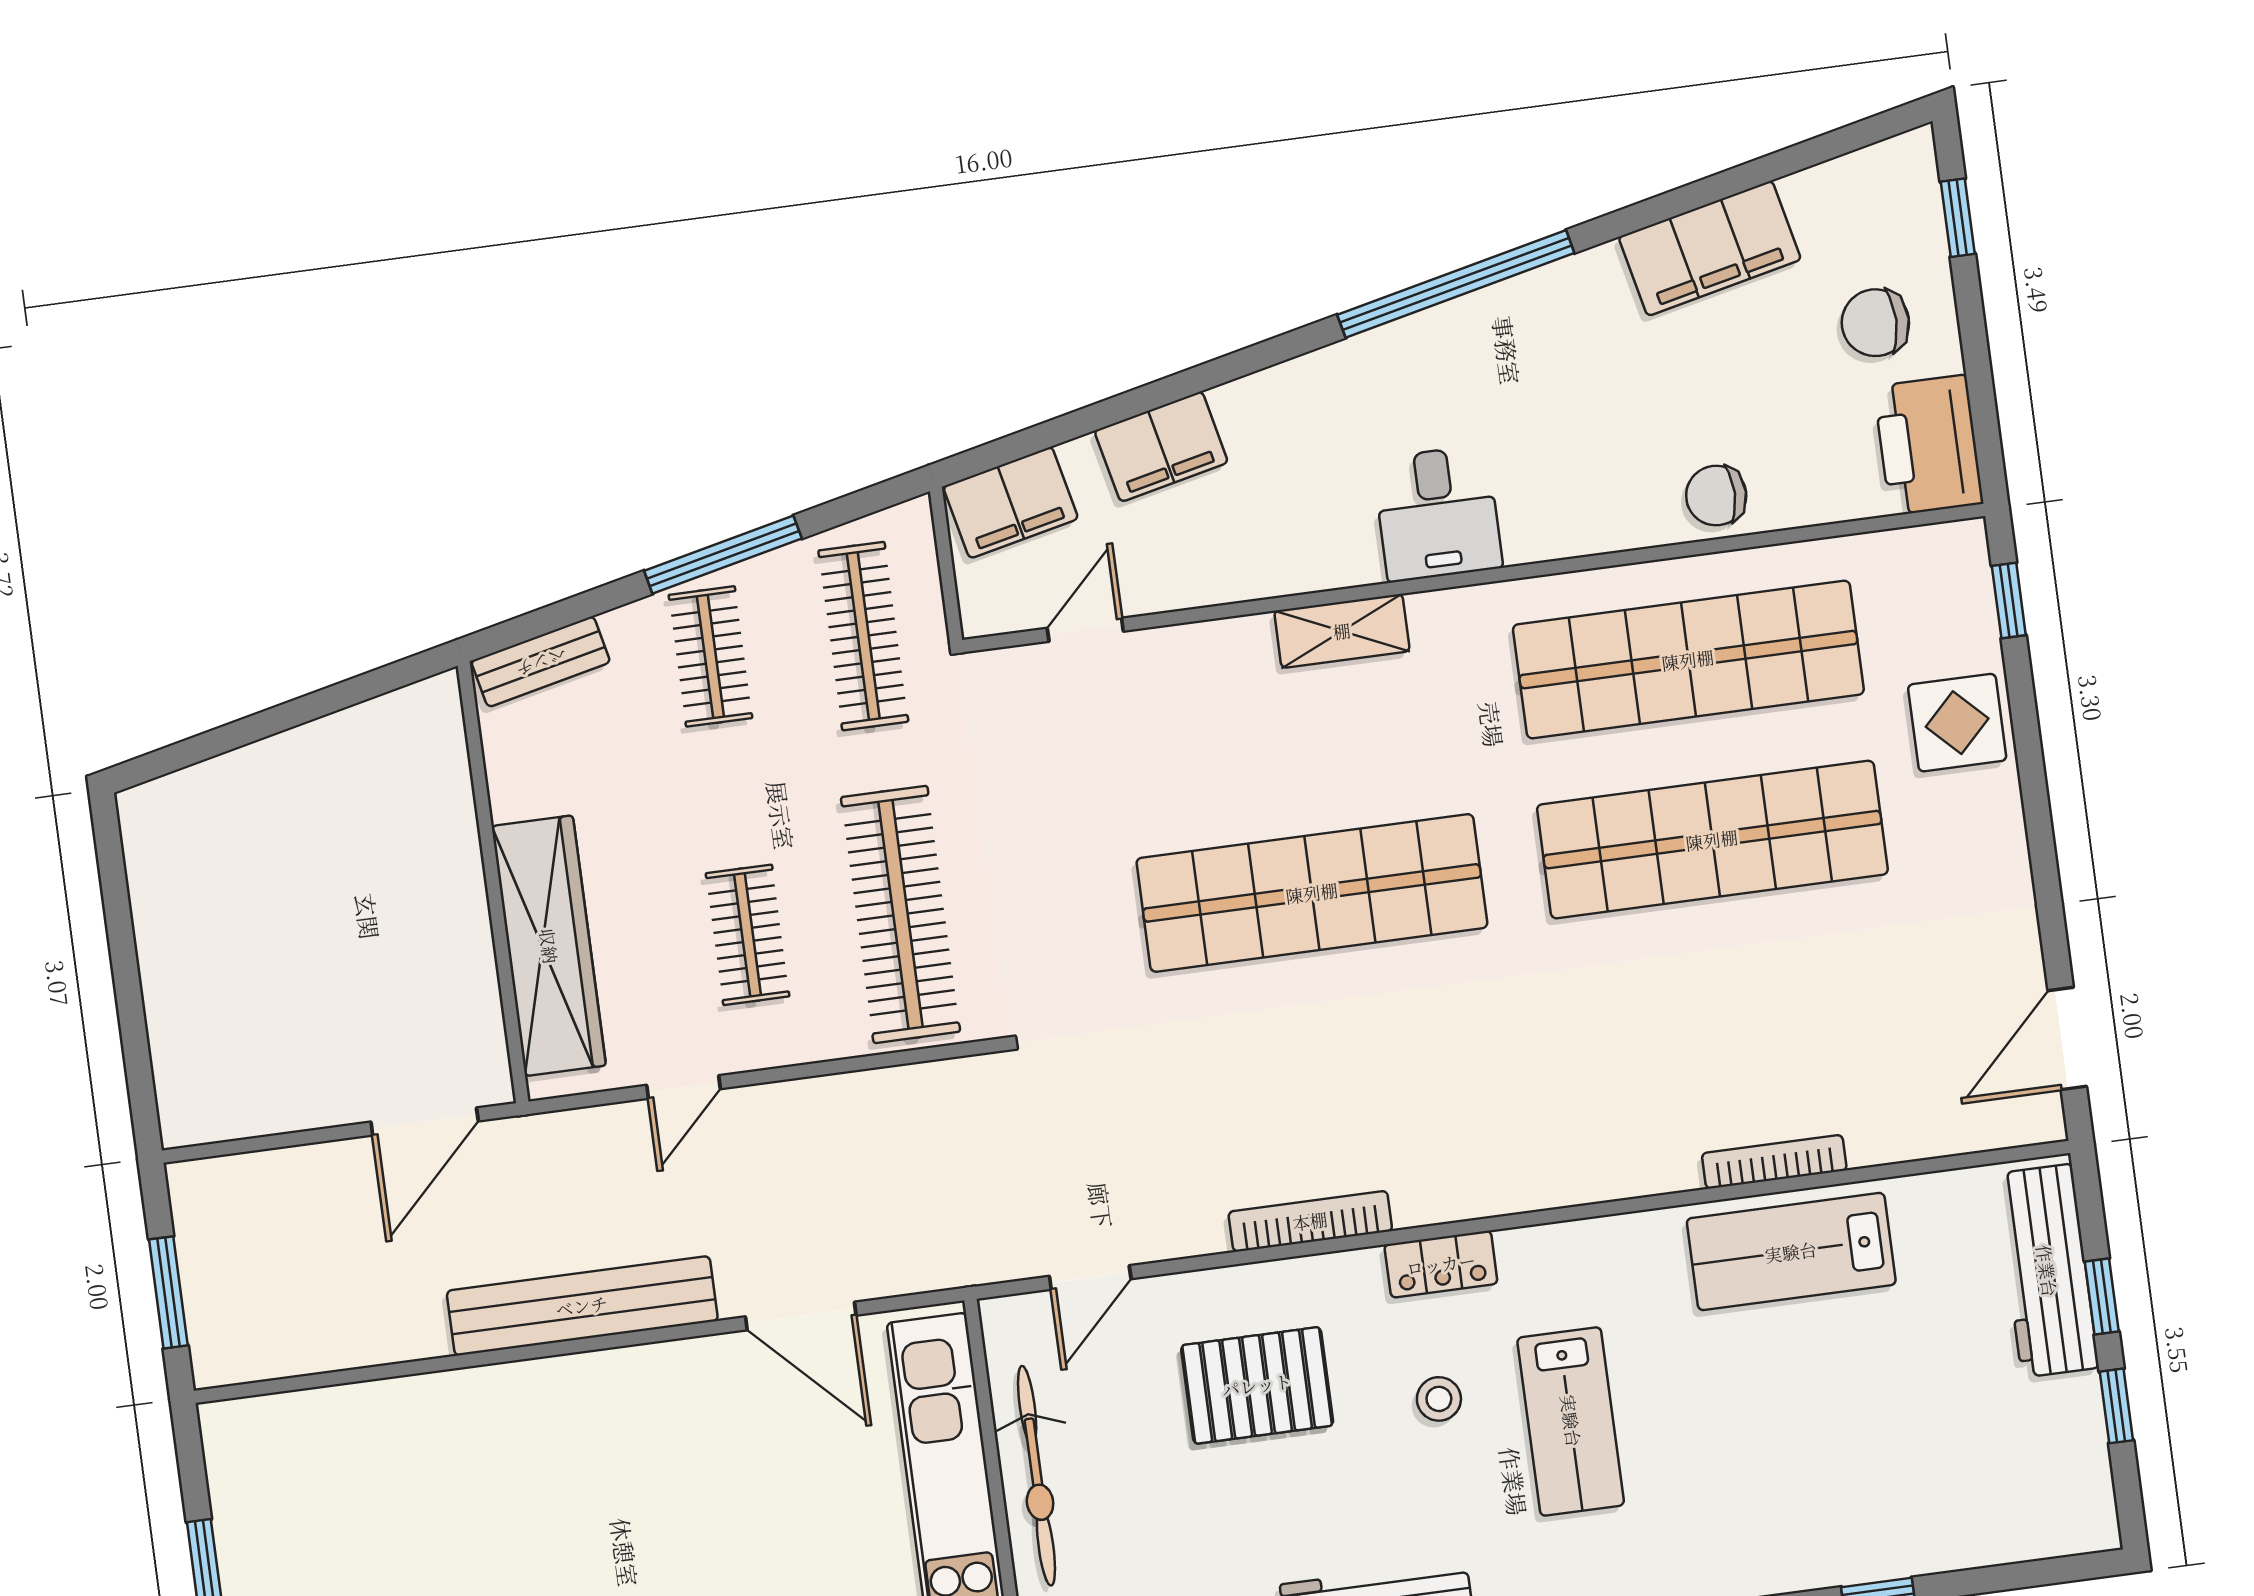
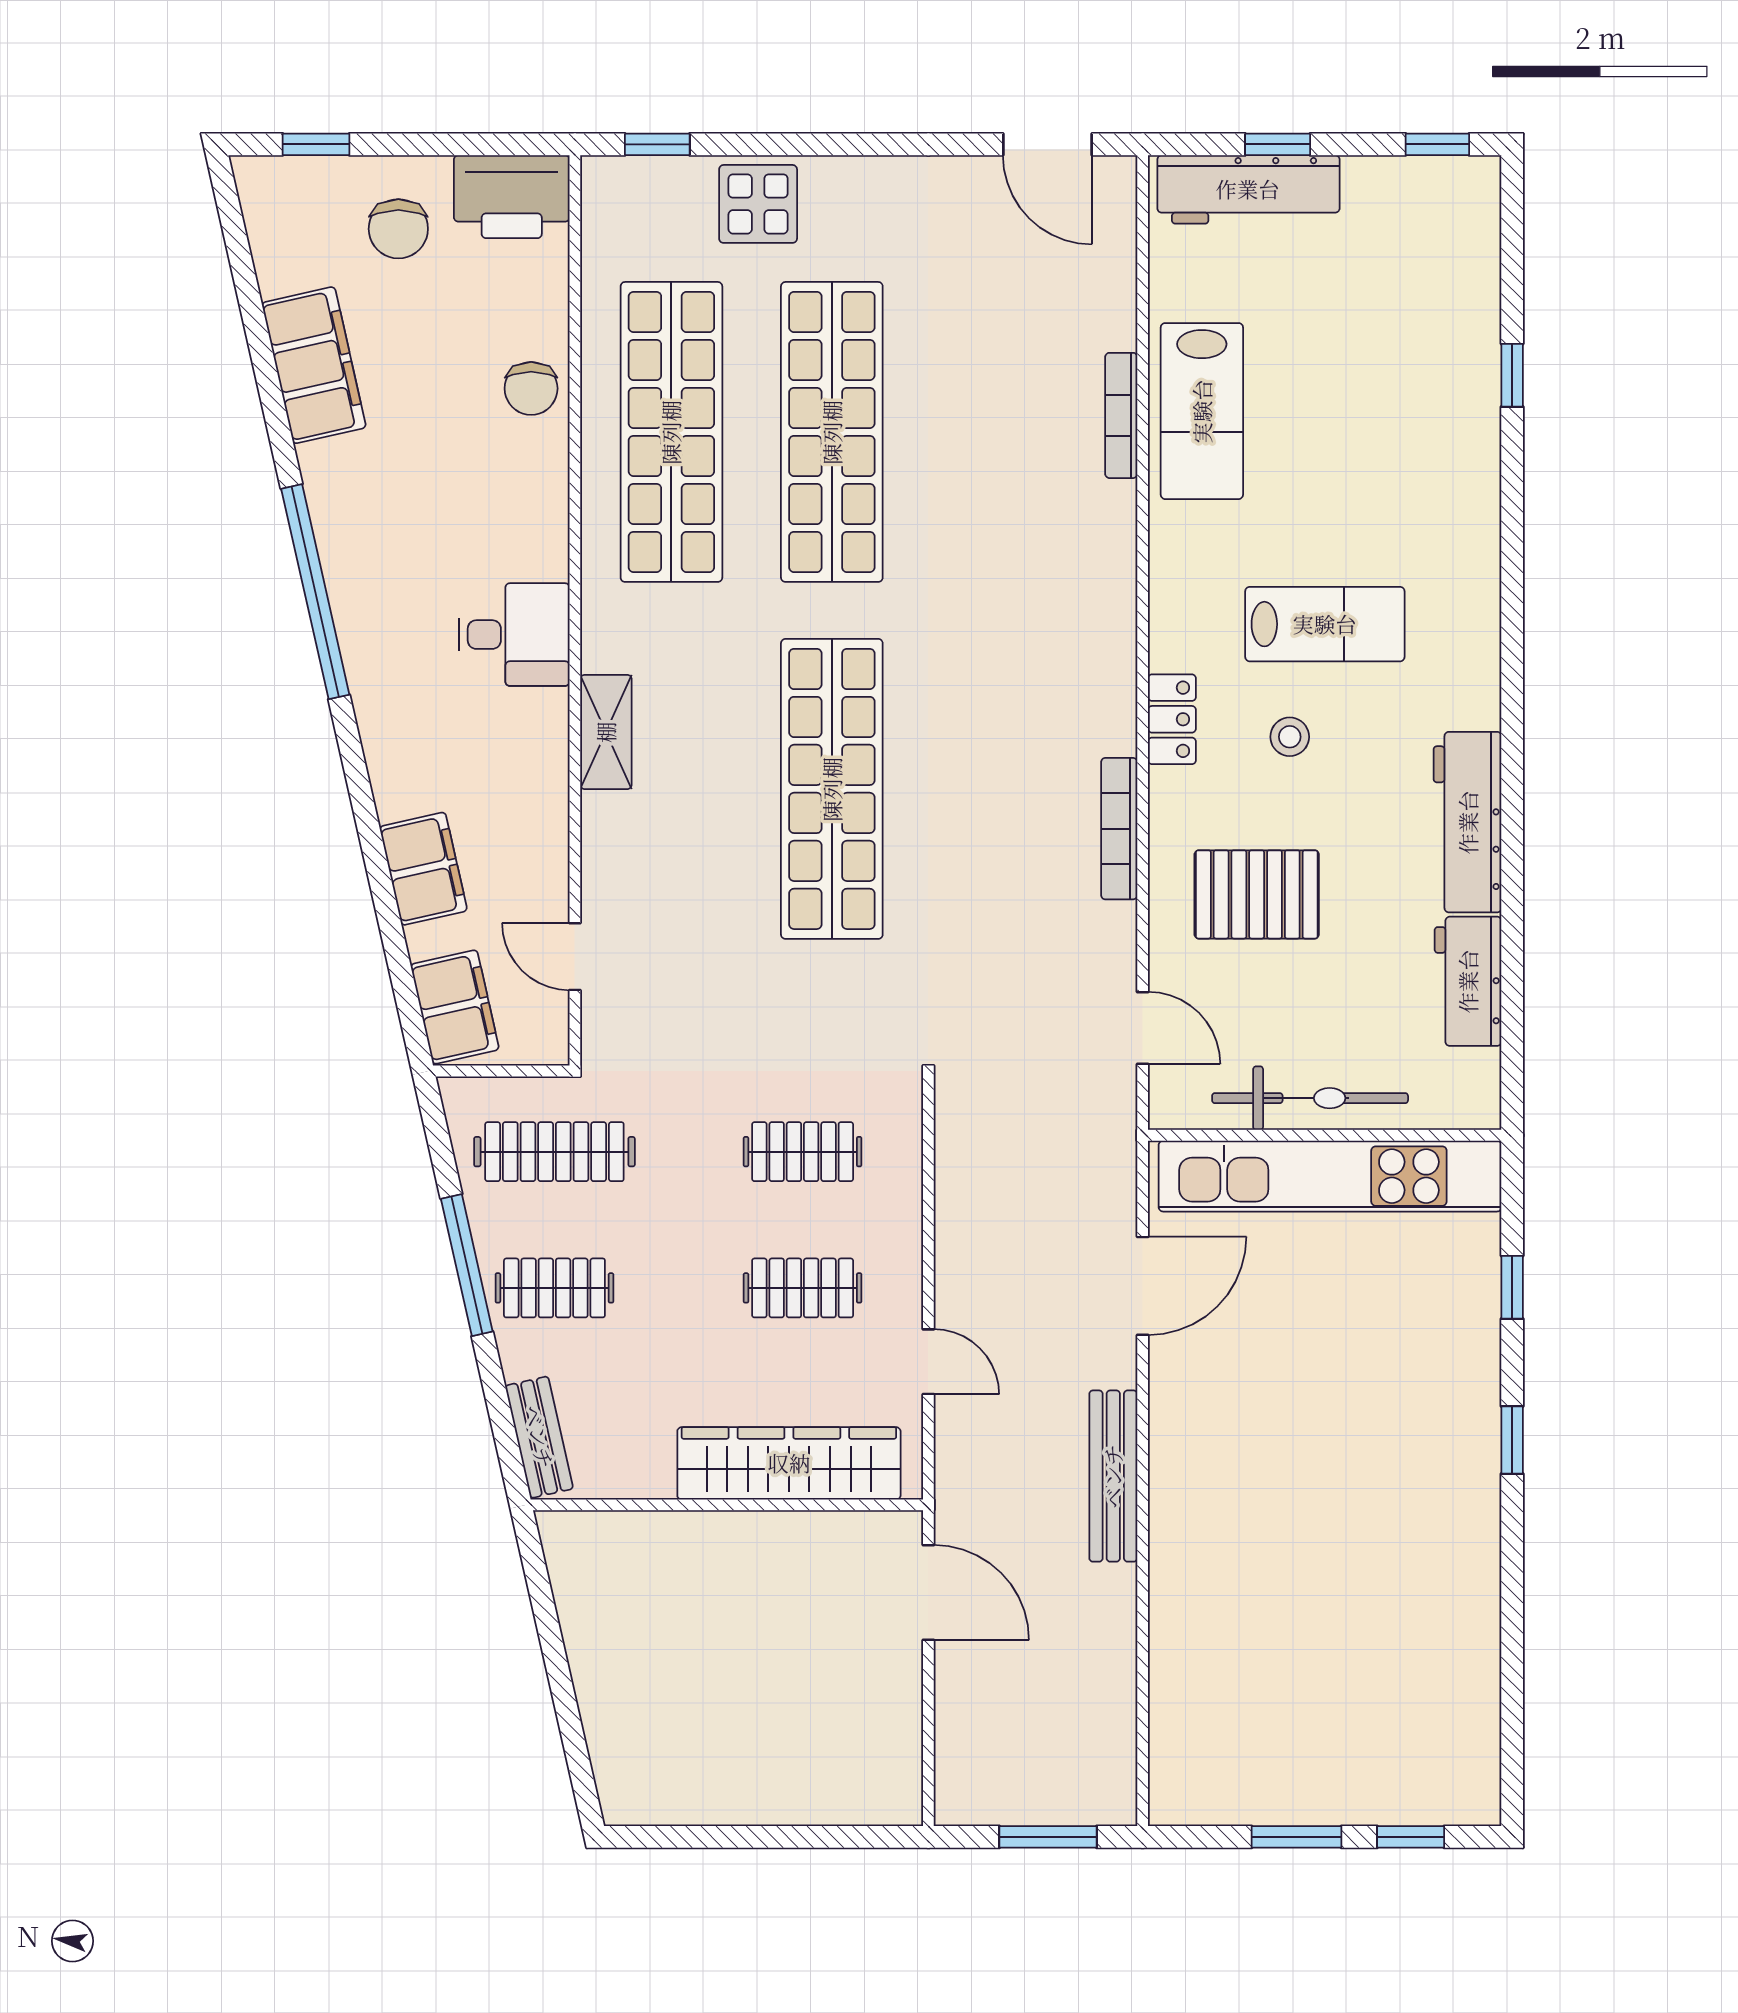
clothes rail: (900, 914) -> (803, 1152), width x0.54, depth x0.76
bench: (582, 1306) -> (1113, 1476), width x0.73, depth x0.82
pallet: (1257, 1385) -> (1257, 894), turned 90
window: (2116, 1406) -> (1437, 144), moved

